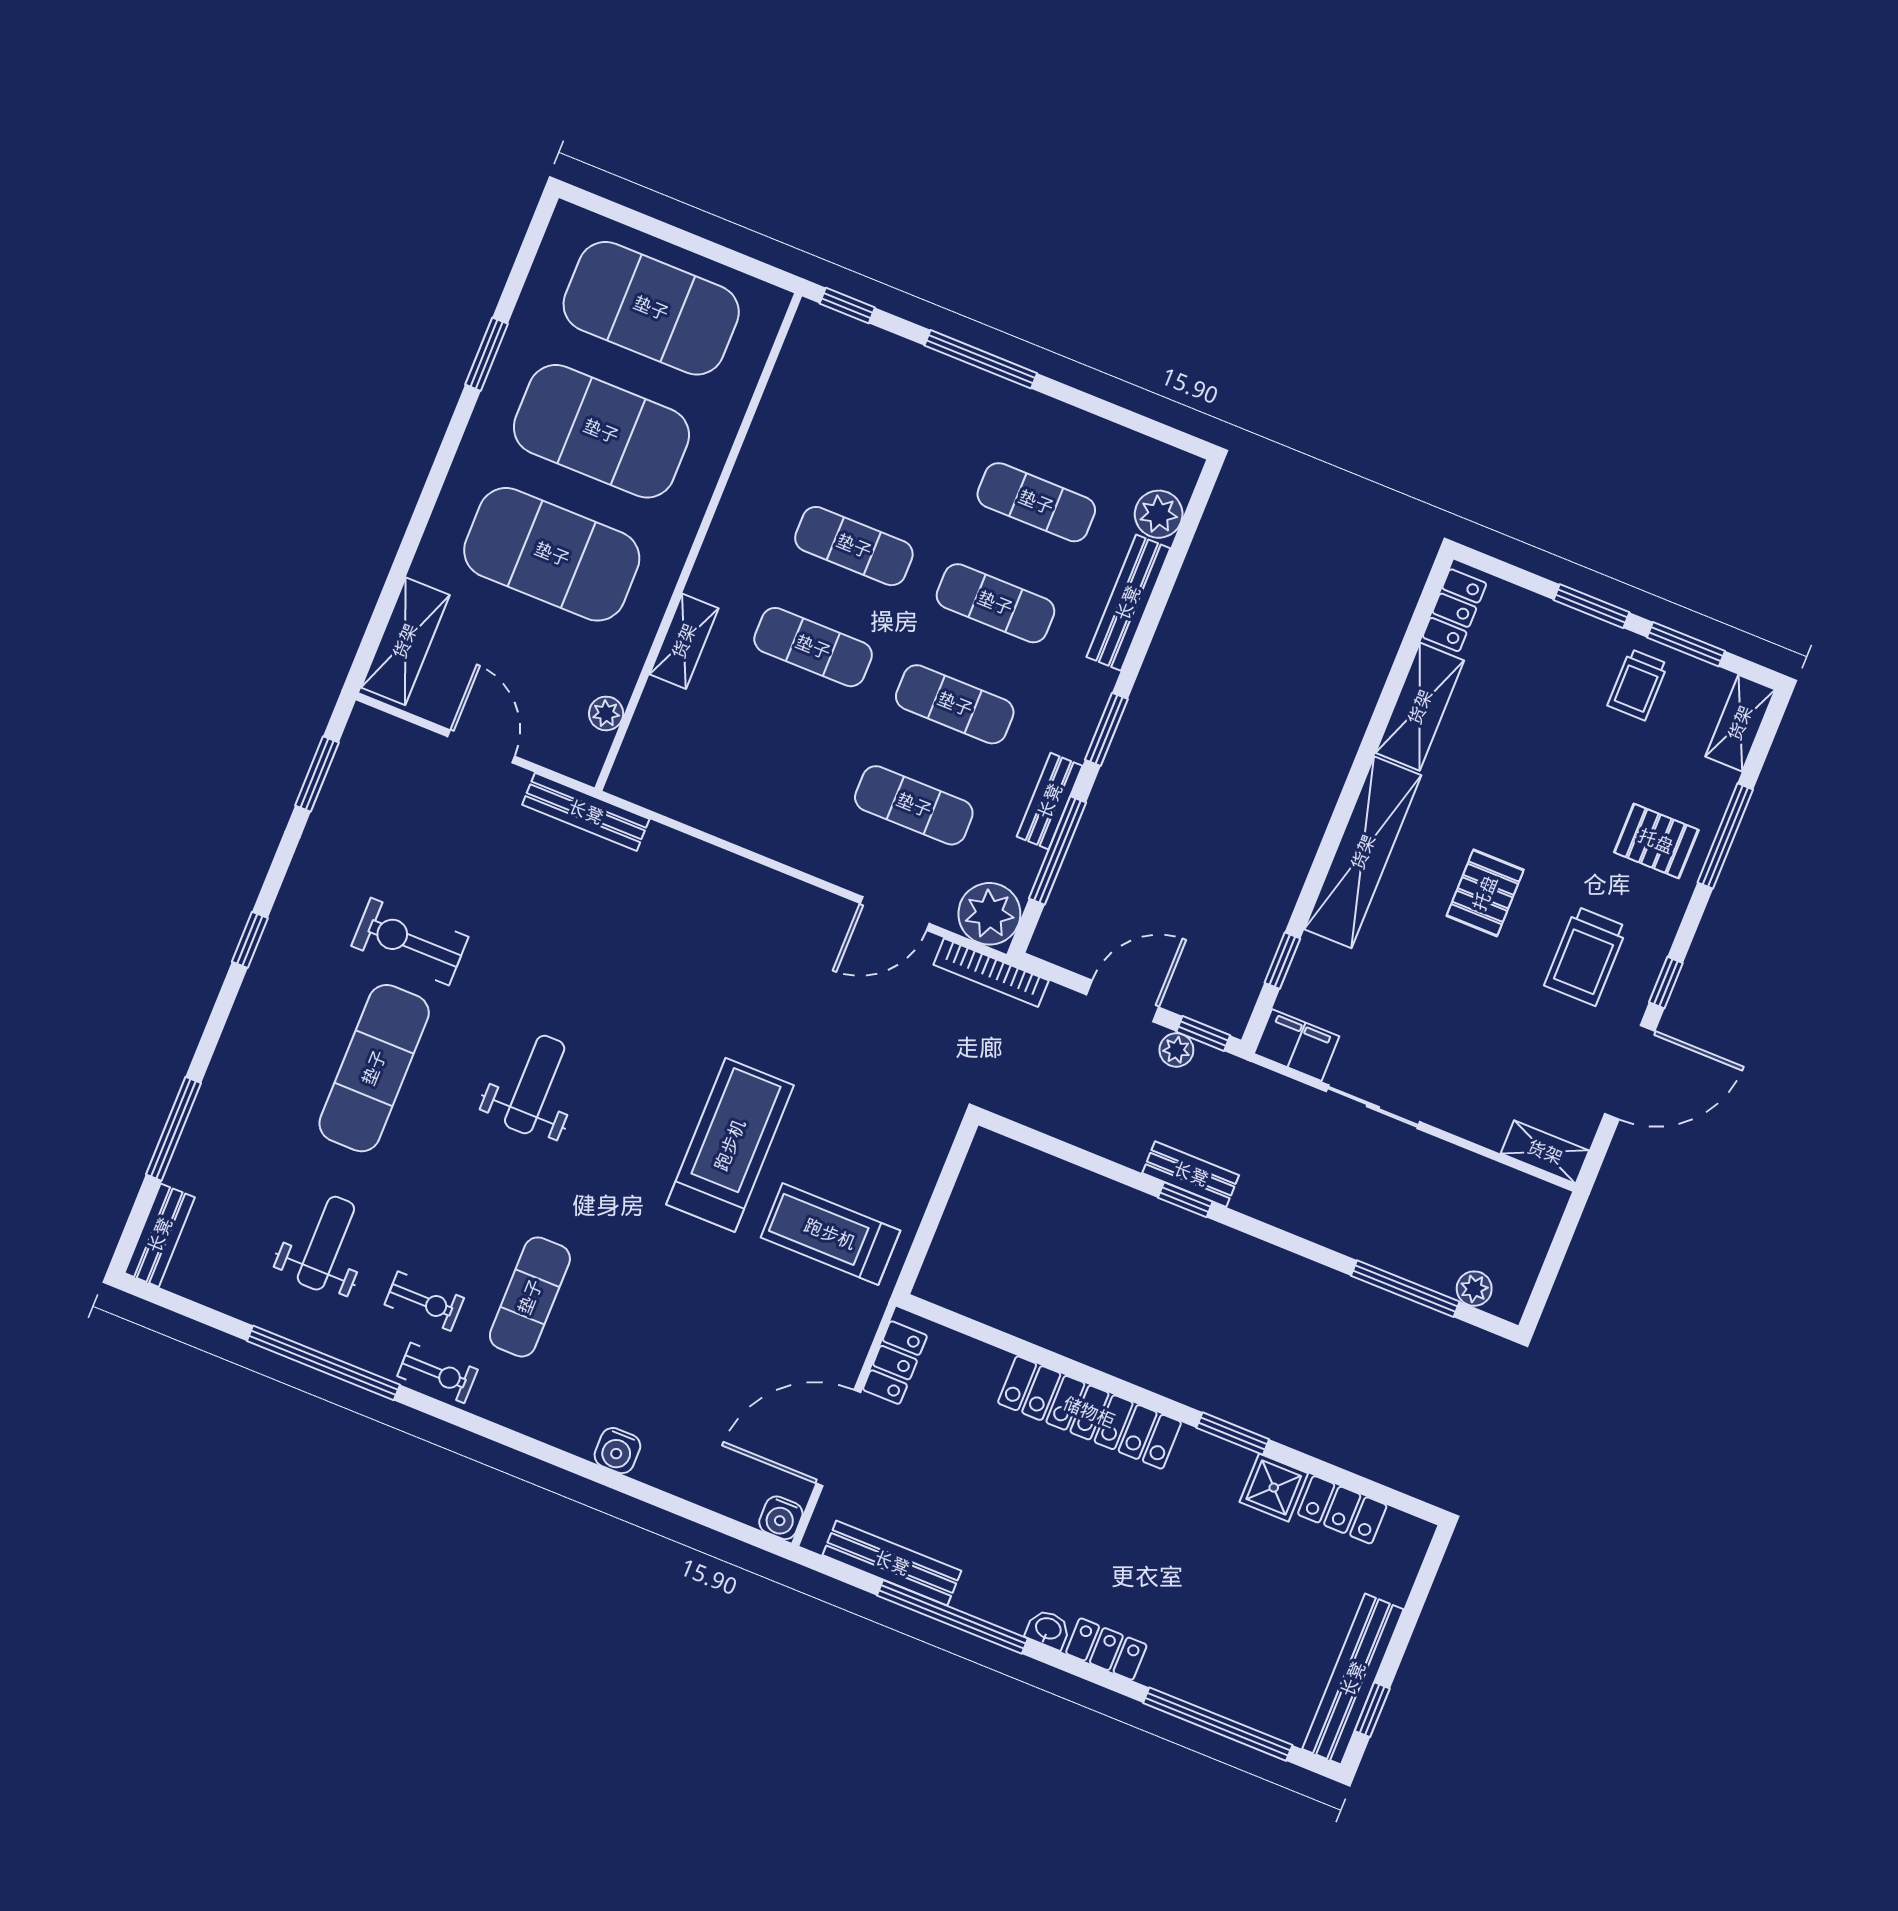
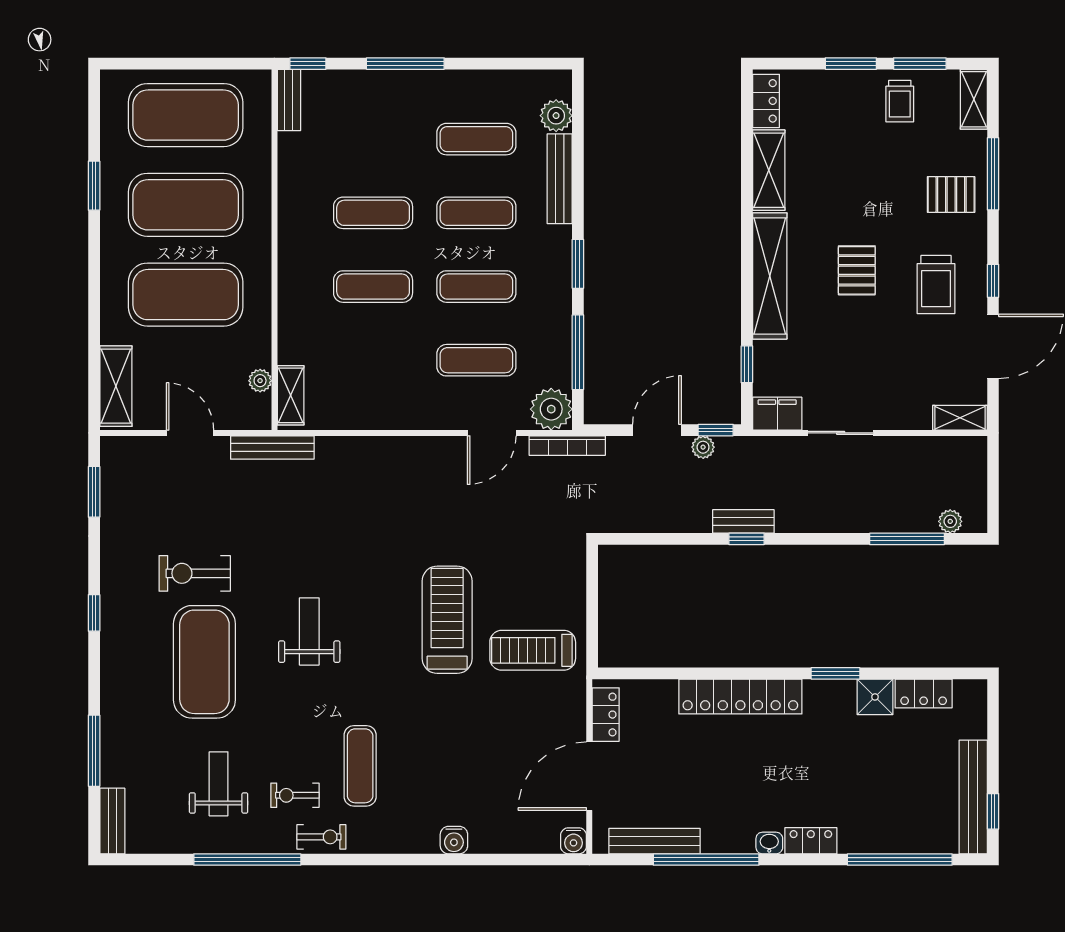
shelving: (684, 641) -> (291, 395), moved
bench: (1050, 801) -> (289, 100), moved
exercise mat: (374, 1068) -> (204, 662), width x1.47
exercise bike: (424, 1301) -> (295, 795), turned 180

